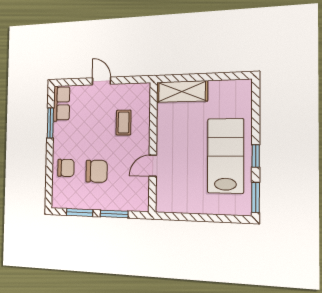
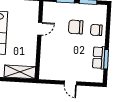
row of seats: (61, 103) -> (99, 58), moved
coffee table: (124, 123) -> (57, 56), removed

